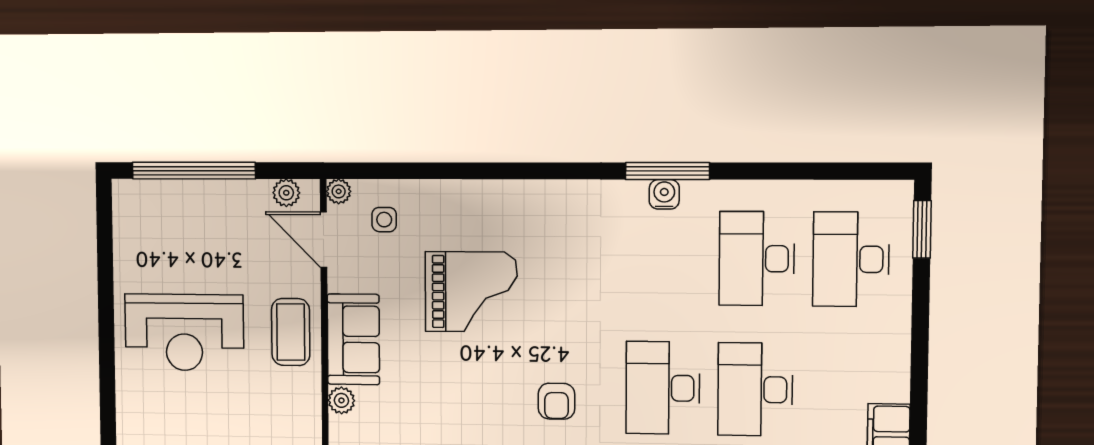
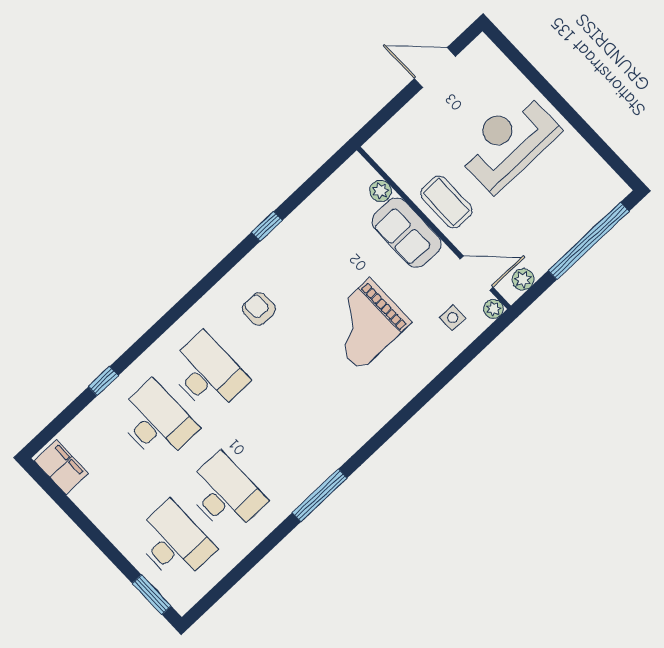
water cooler: (664, 194) -> (309, 481), removed

